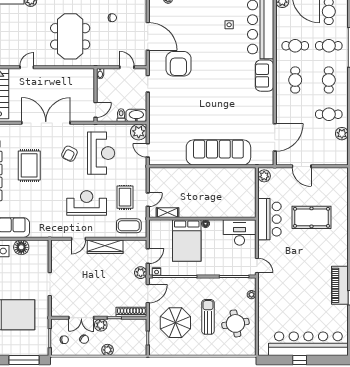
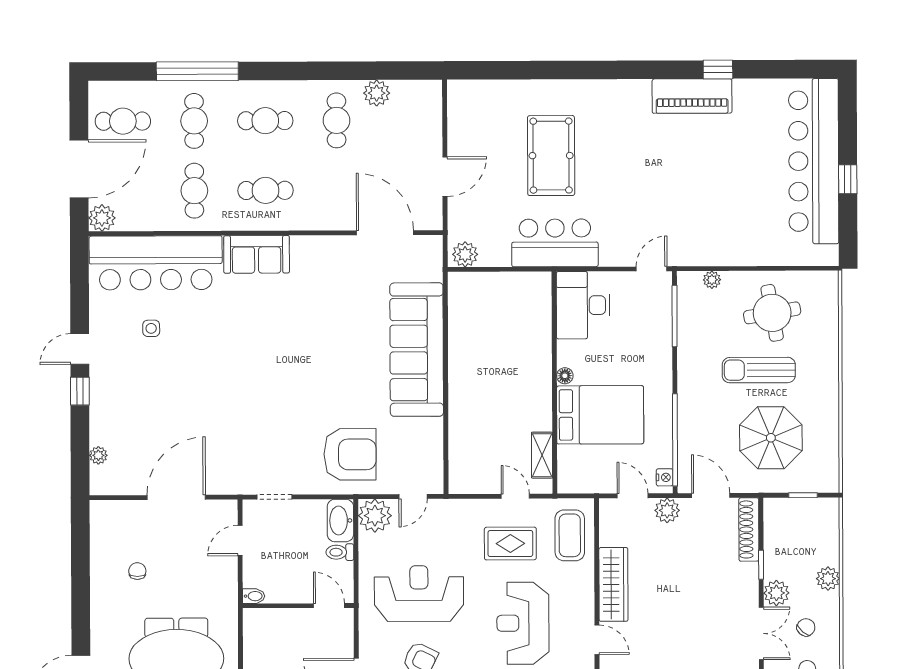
armchair: (178, 64) -> (350, 454), moved

